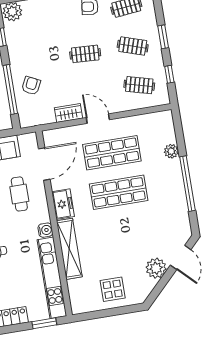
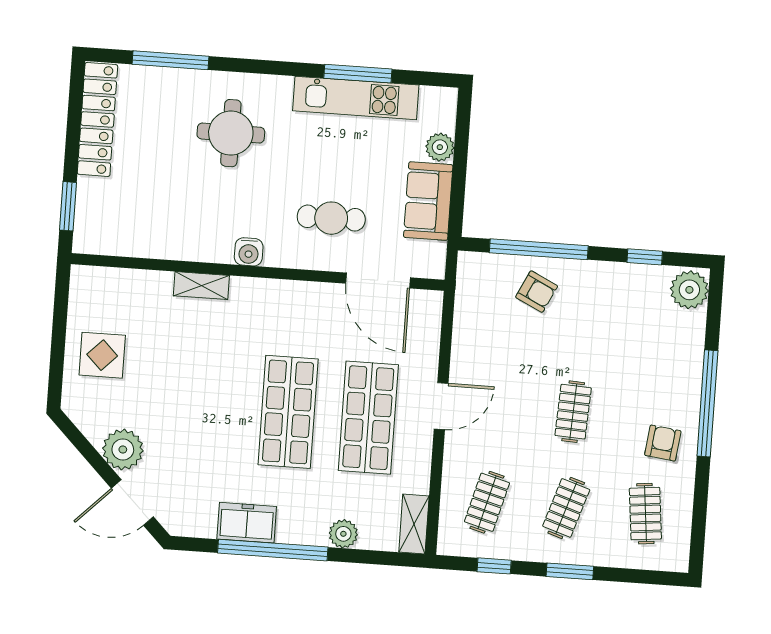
wardrobe: (68, 113) -> (466, 352), removed
shelving: (158, 118) -> (414, 524), added
freezer: (63, 204) -> (247, 523), moved, turned 180
shelving: (69, 249) -> (201, 286), width x0.45, depth x0.75
kitchen unit: (52, 278) -> (153, 242), removed

